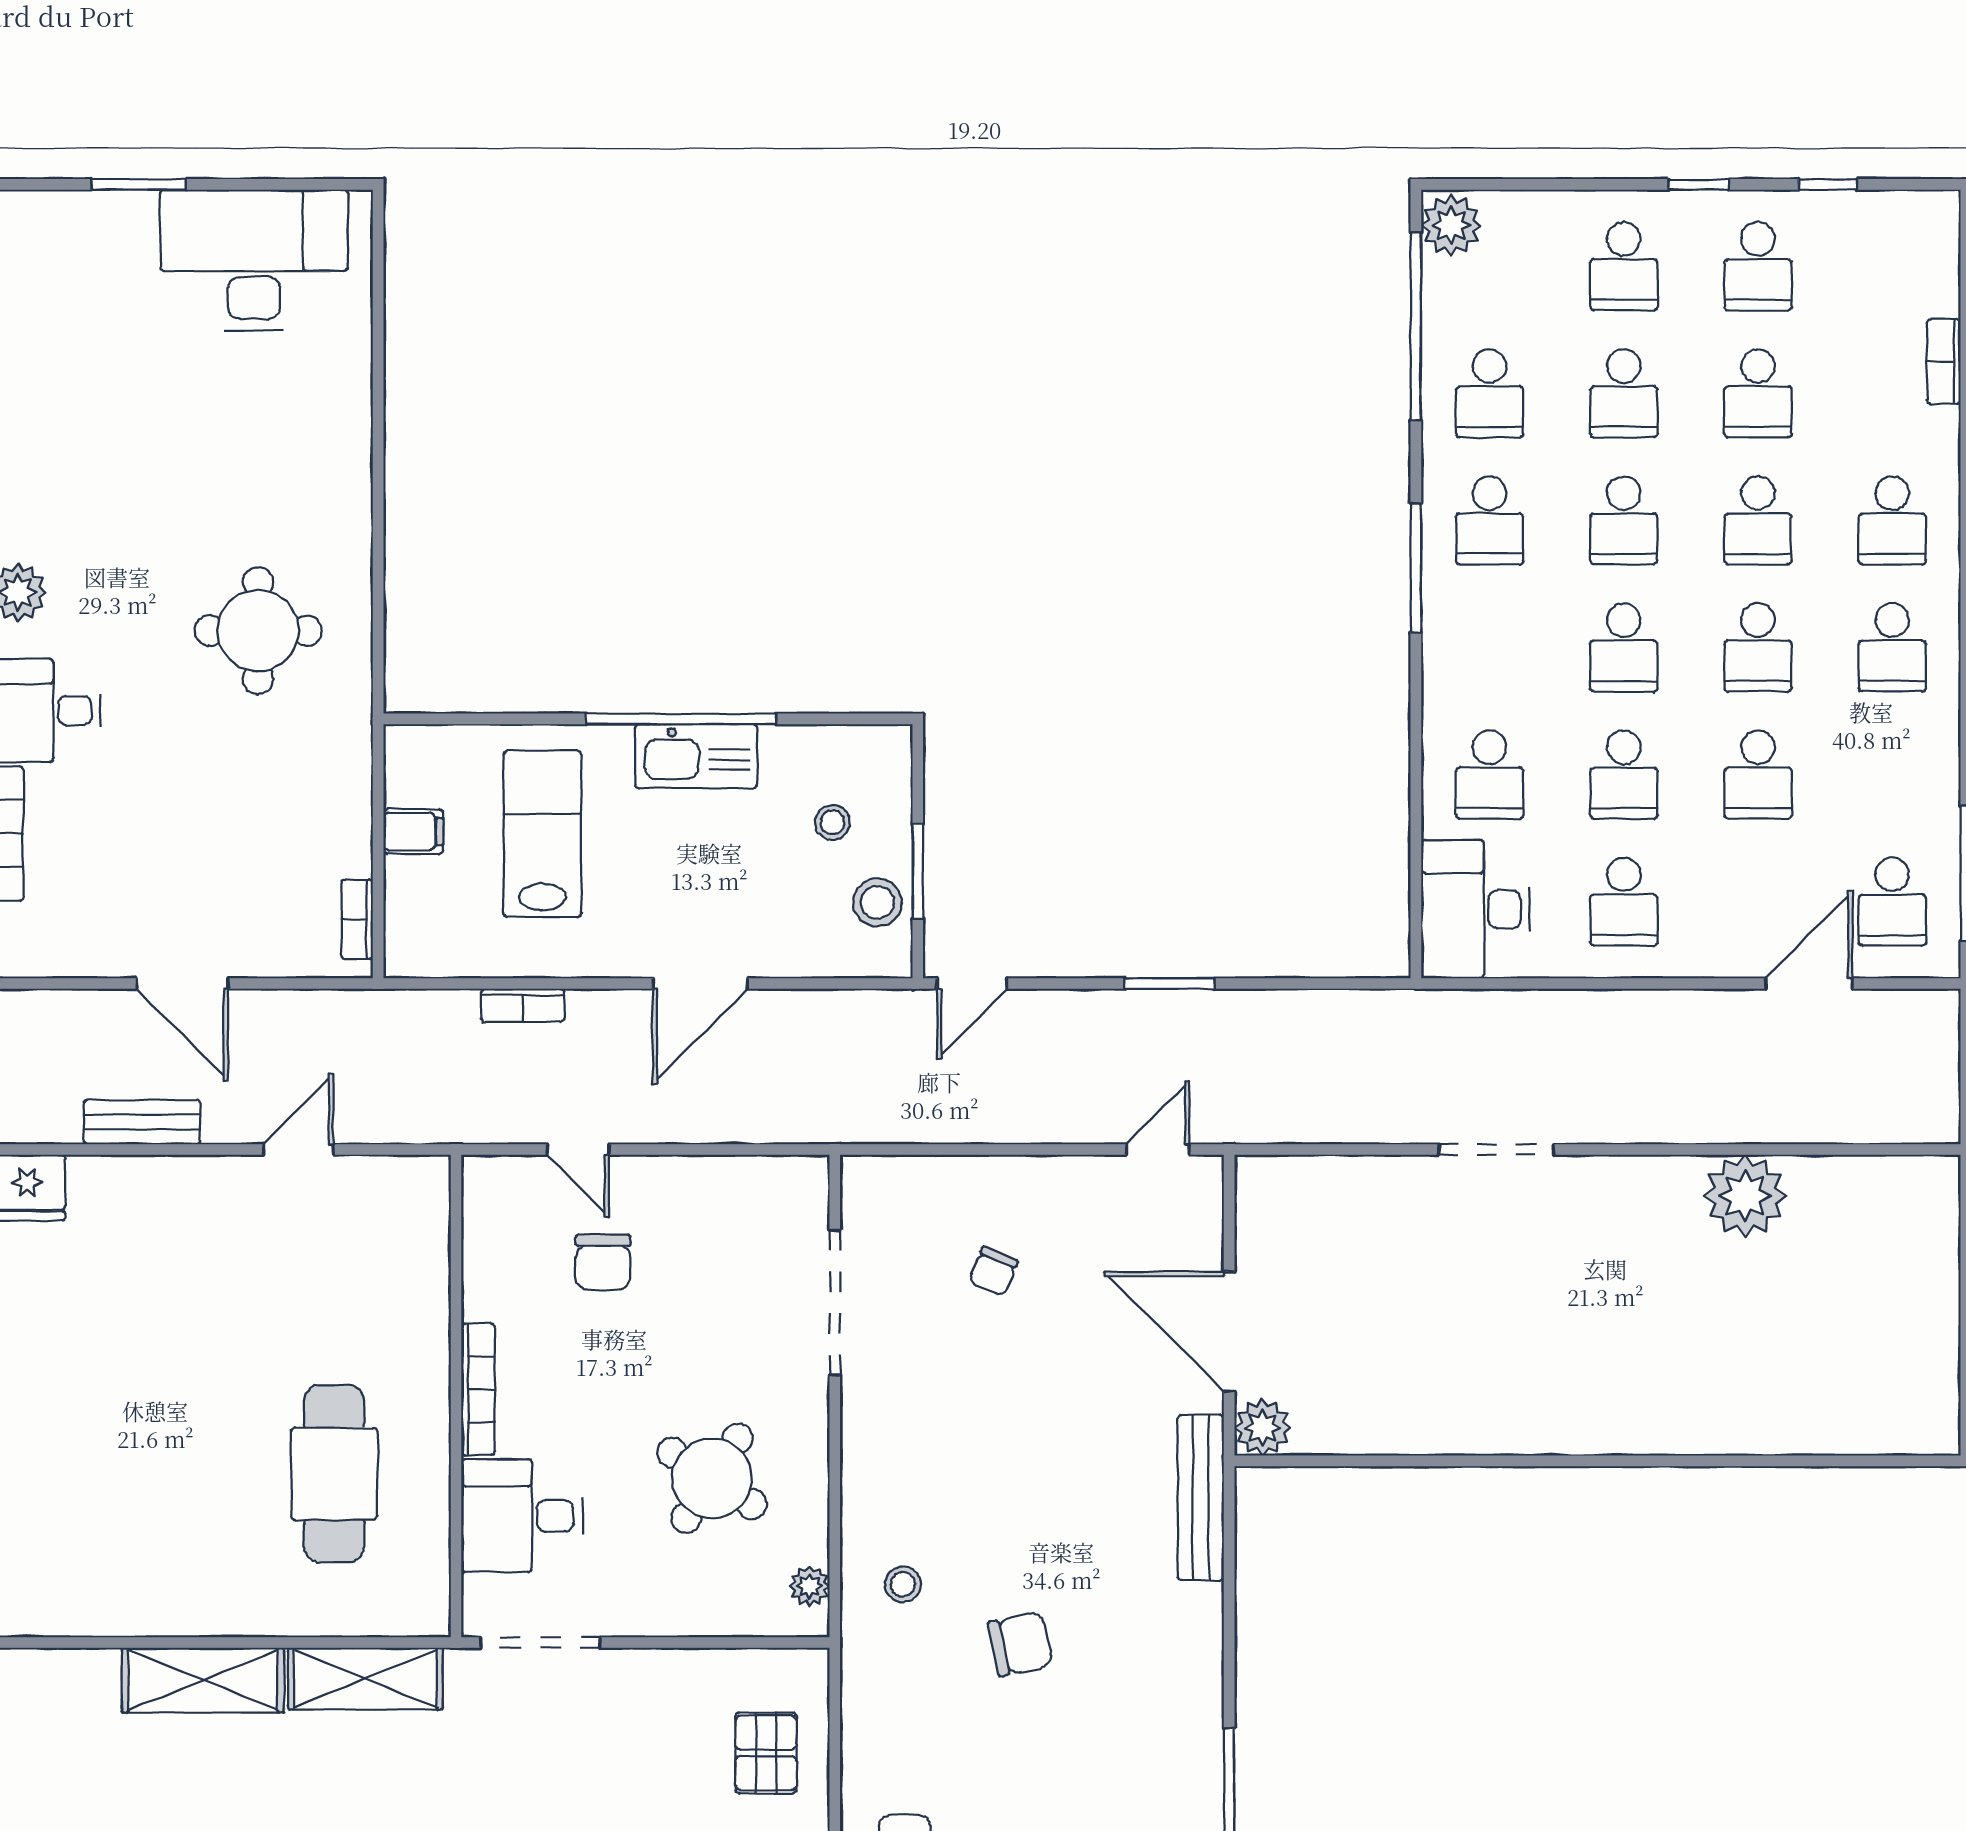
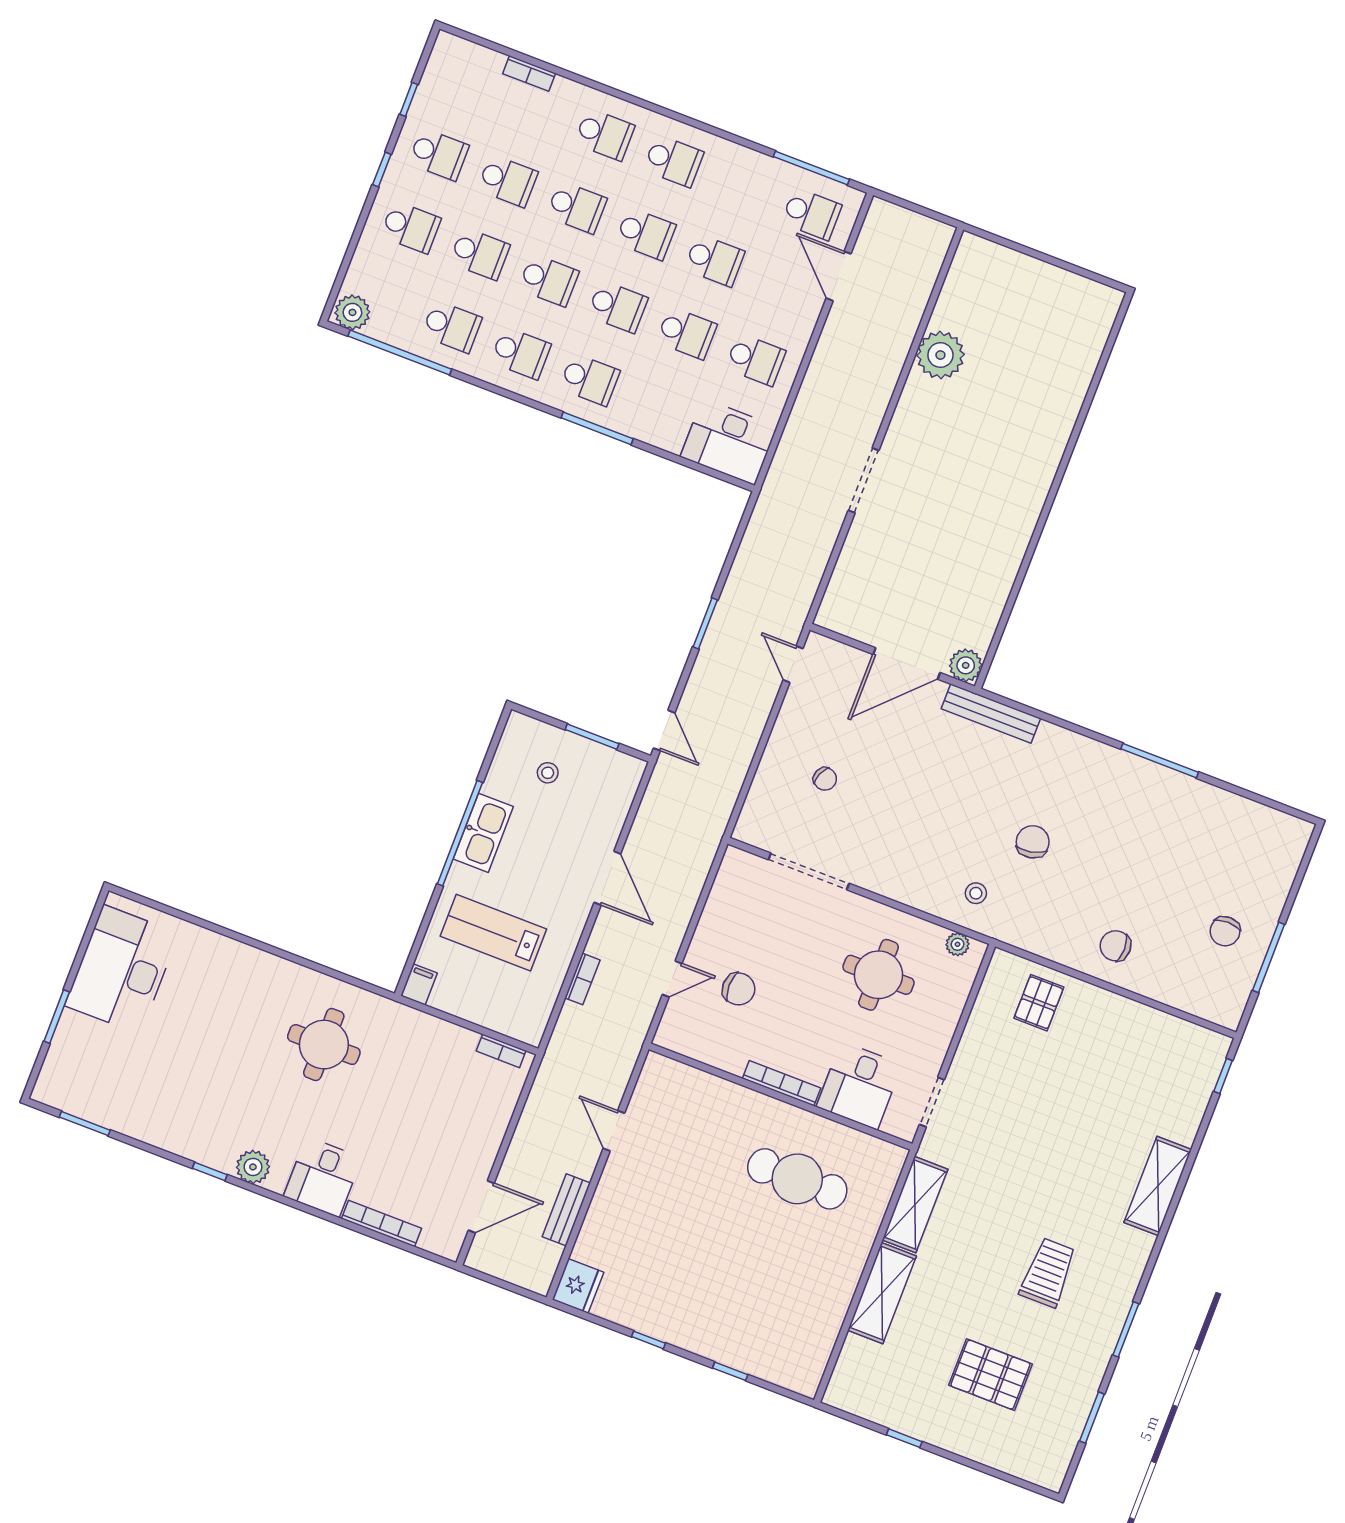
window: (1416, 568) -> (597, 428), moved
school desk: (1490, 775) -> (590, 380), moved
filing cabinet: (413, 831) -> (419, 984), moved
stool: (877, 903) -> (600, 765), removed
door: (182, 983) -> (481, 1207), moved
round table: (712, 1478) -> (879, 975), turned -33
doorway: (541, 1642) -> (932, 1102), width x0.73
pallet: (766, 1753) -> (1039, 1003), turned 90

